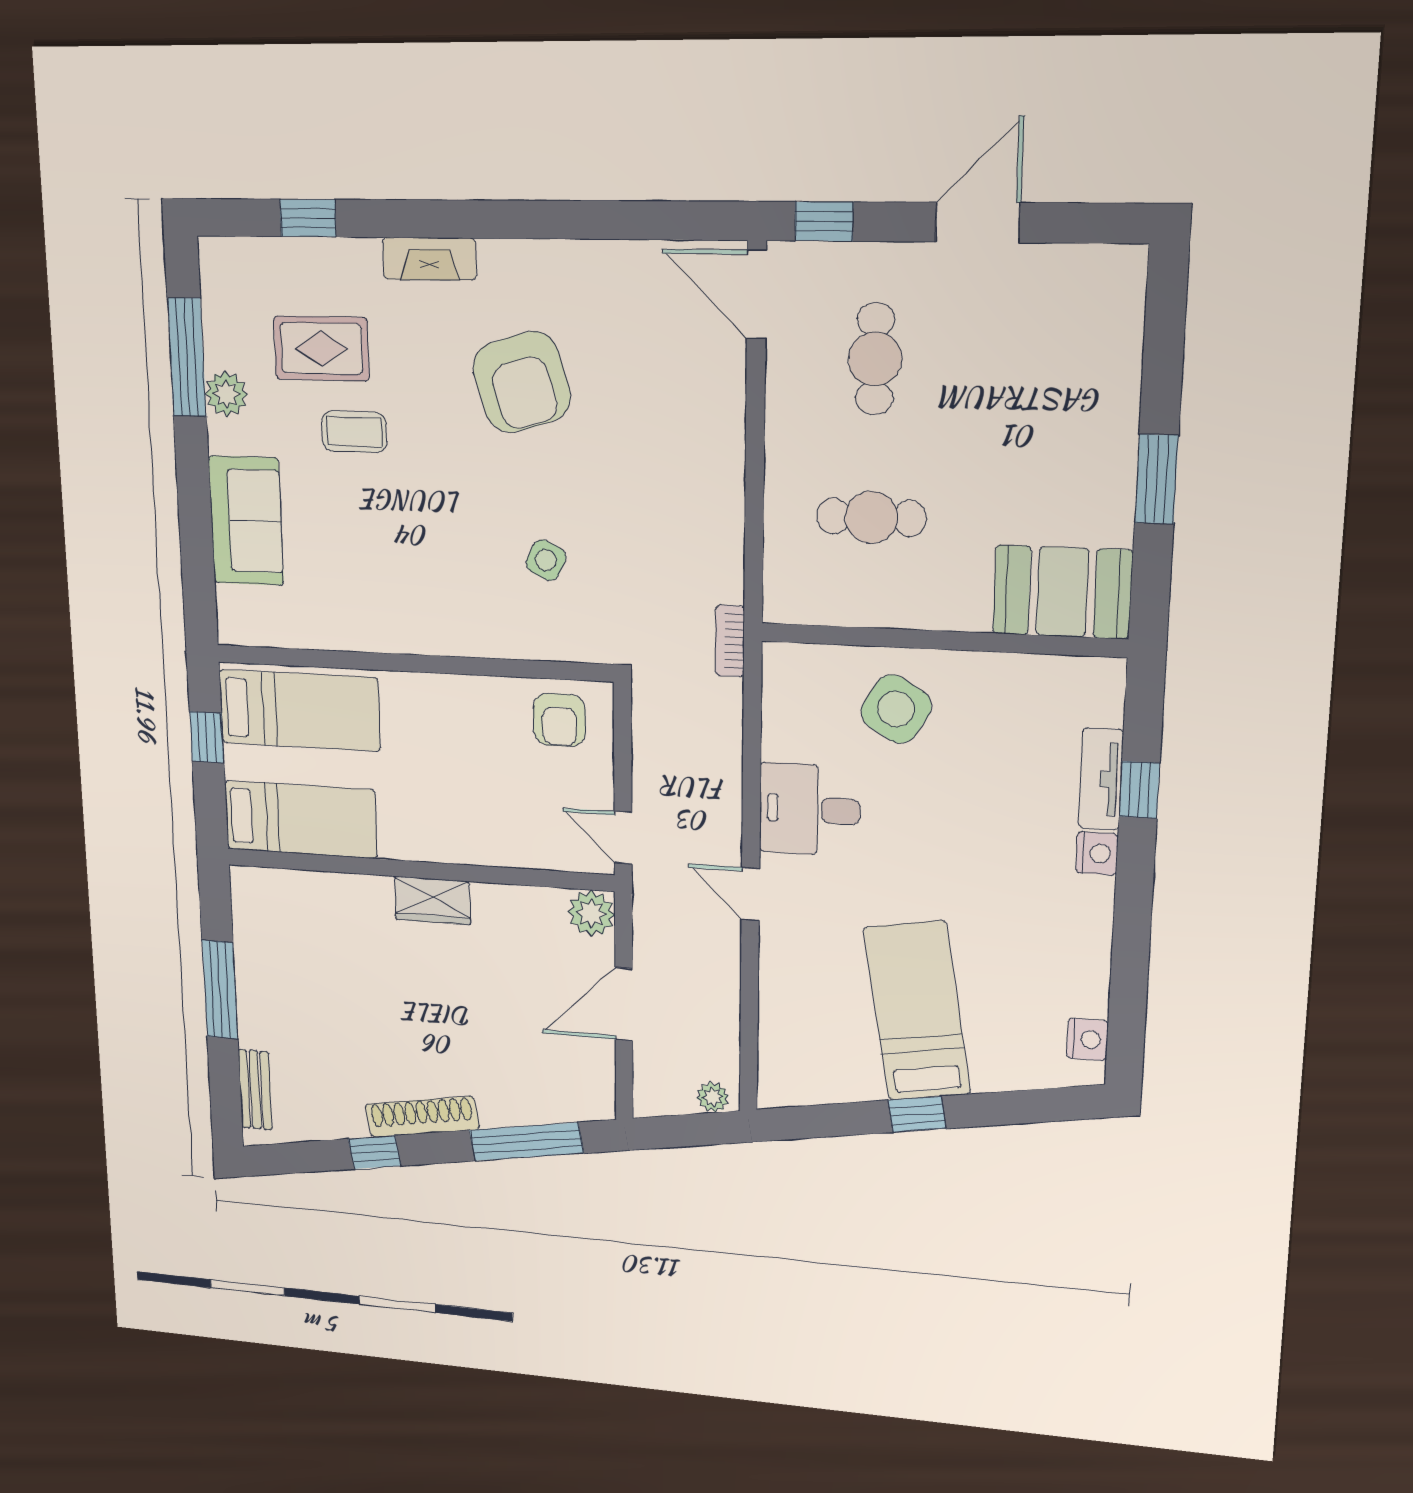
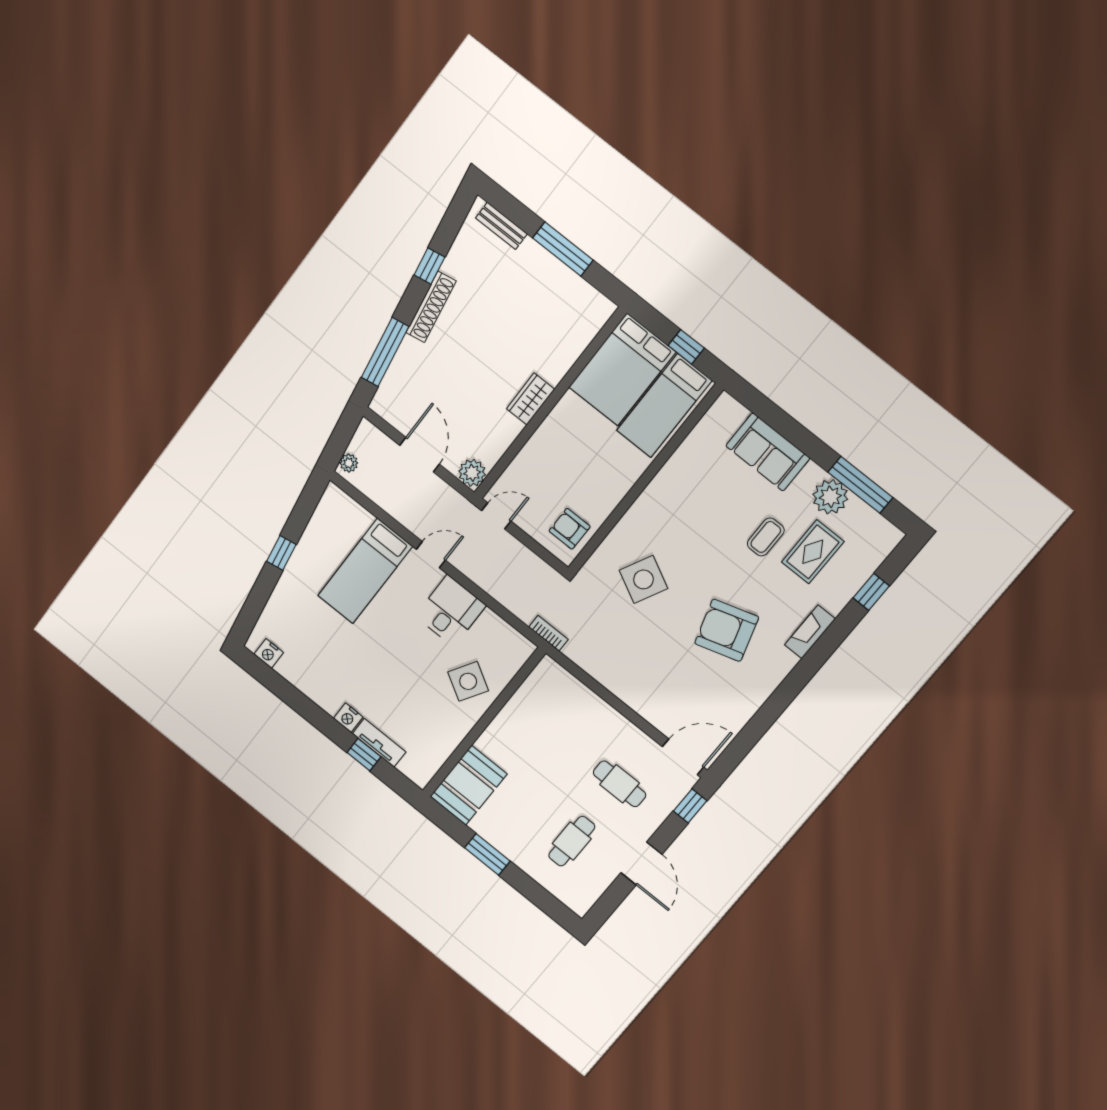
plant: (226, 394) -> (830, 497), width x1.36, depth x1.36
cafe table: (871, 517) -> (572, 841), moved
side table: (546, 560) -> (643, 579), width x1.87, depth x1.87
bed: (301, 819) -> (622, 370), width x1.50
bed: (917, 1011) -> (365, 571), moved, turned 100

